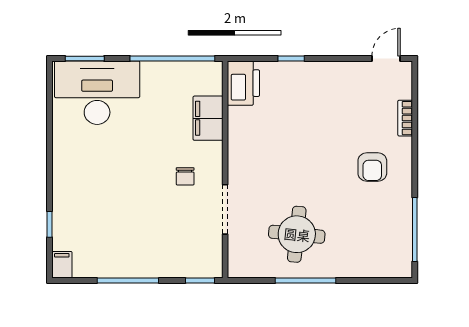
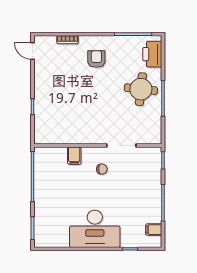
printer: (243, 83) -> (152, 54), moved, turned -90
desk: (97, 93) -> (95, 229), moved, turned -90
filing cabinet: (208, 118) -> (74, 156), width x0.50
armchair: (372, 167) -> (96, 59), turned -90
round table: (297, 234) -> (141, 89), moved
filing cabinet: (62, 265) -> (154, 230), moved

